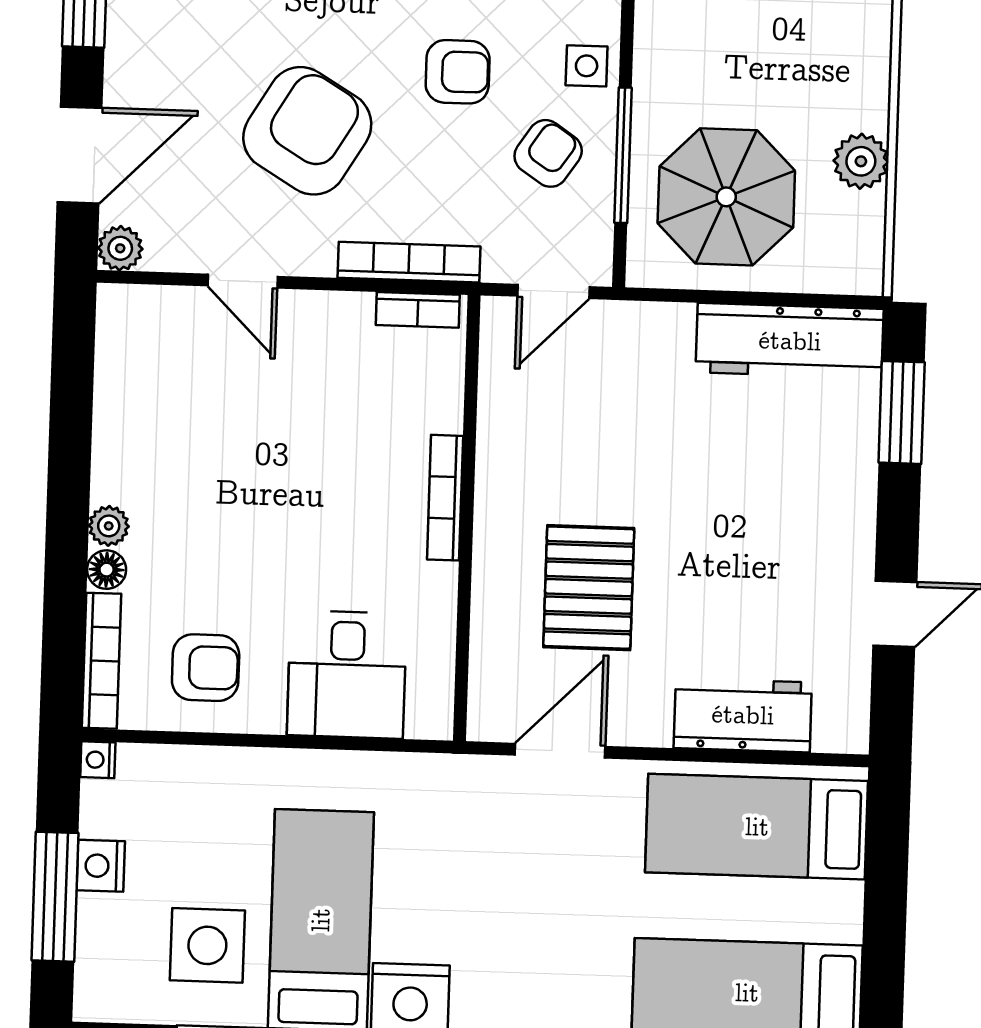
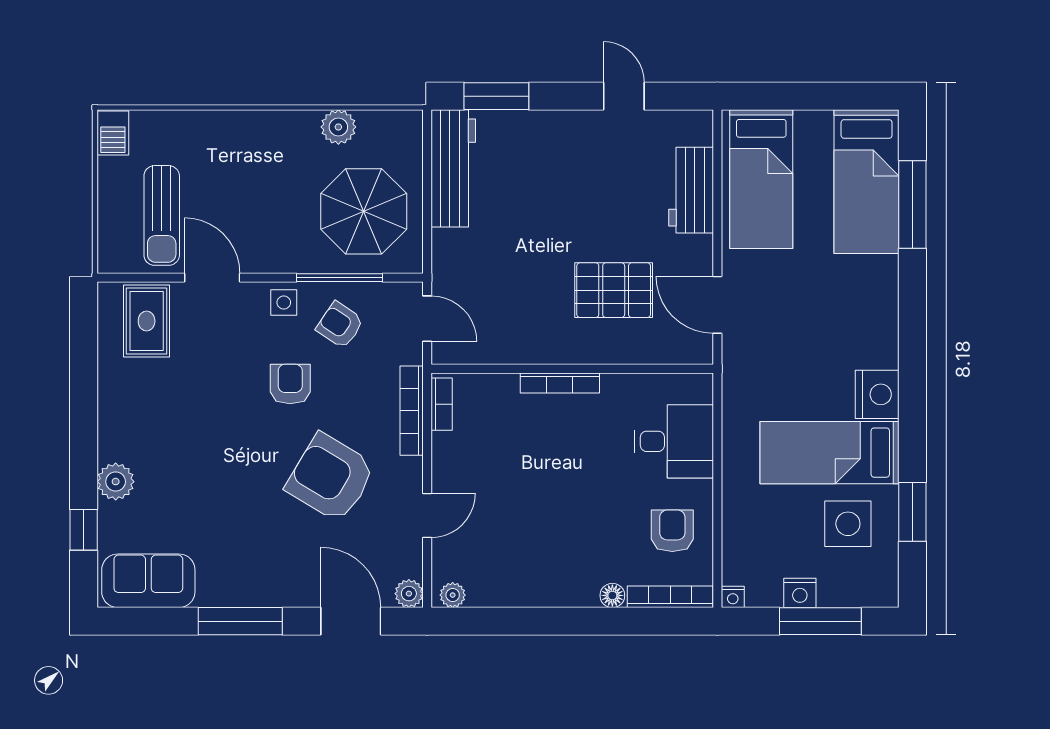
plant: (109, 526) -> (453, 595), moved

